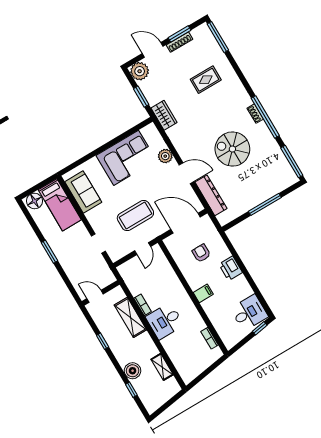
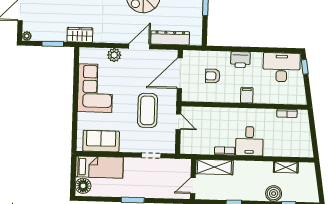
plant: (140, 71) -> (27, 36), width x0.53, depth x0.53
desk: (249, 313) -> (281, 67), width x1.37
shelving: (130, 317) -> (214, 167), moved

